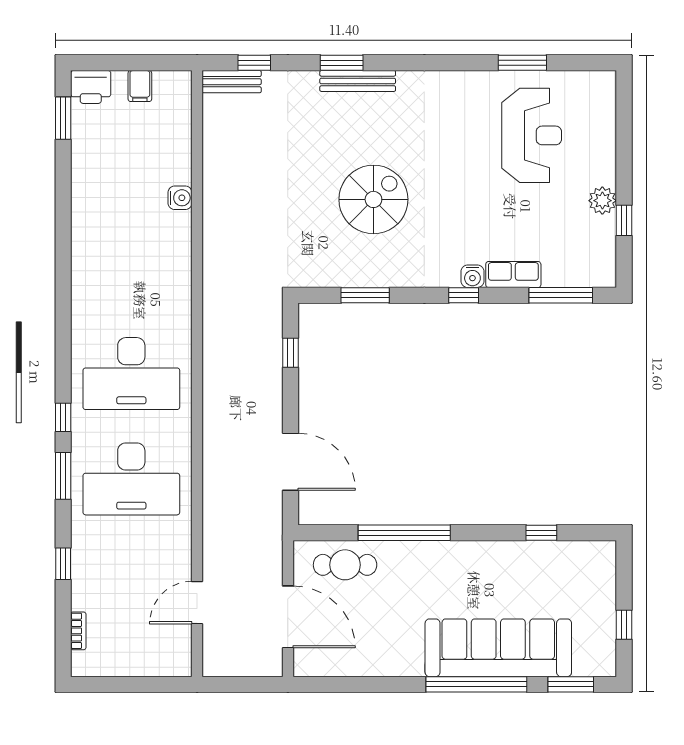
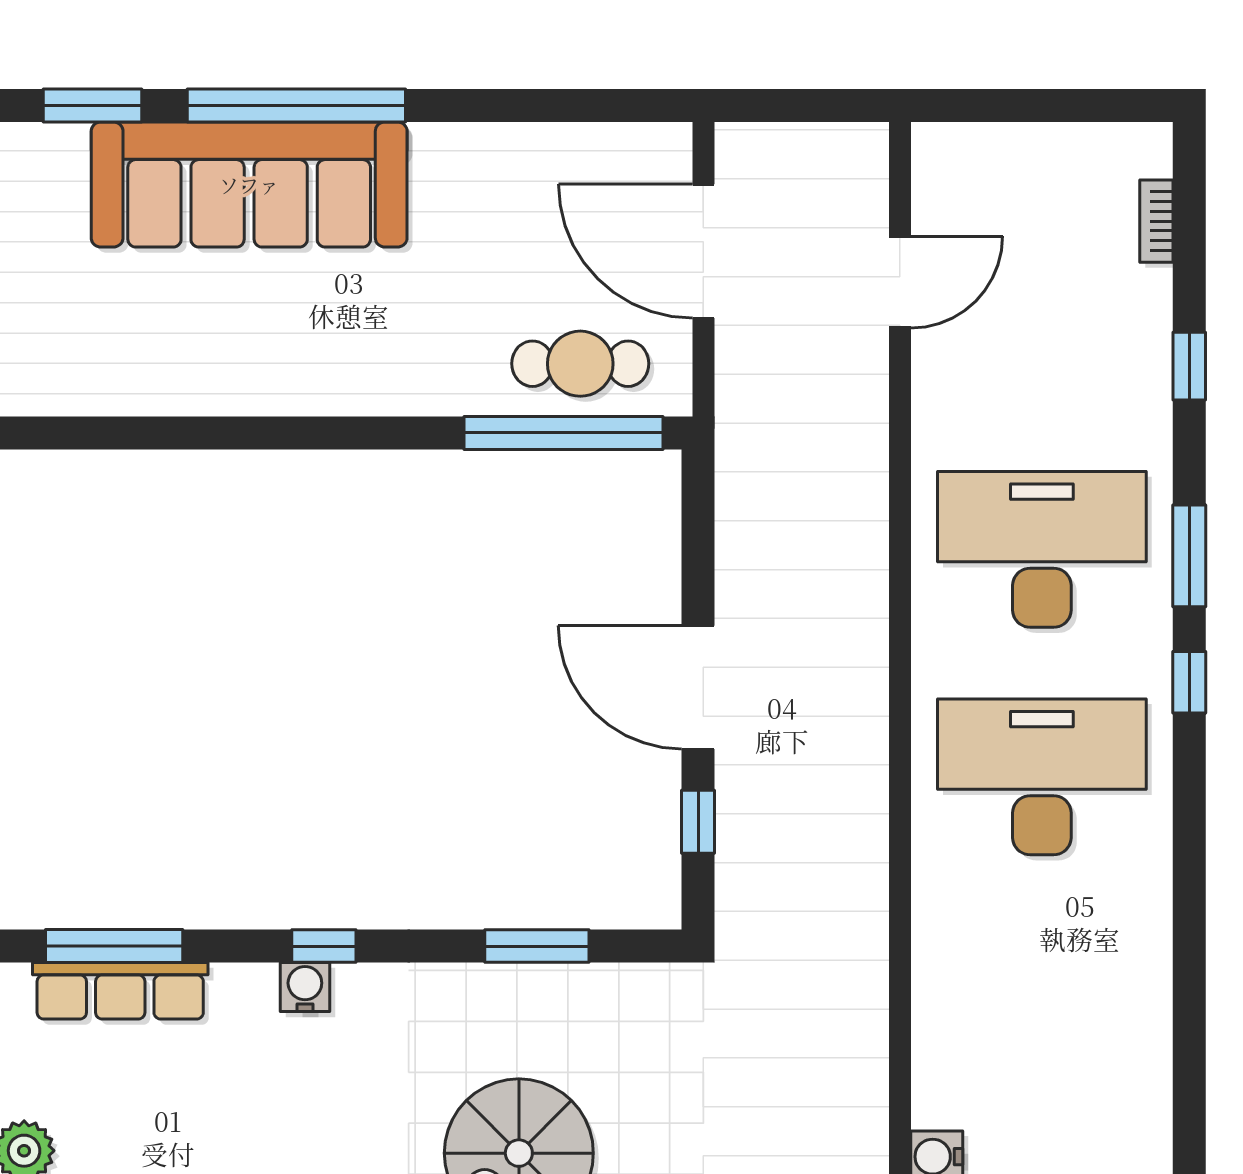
row of seats: (513, 275) -> (120, 991), moved, width x1.48
door: (291, 462) -> (698, 687), moved
window: (404, 533) -> (563, 433), moved
window: (541, 533) -> (156, 433), removed

